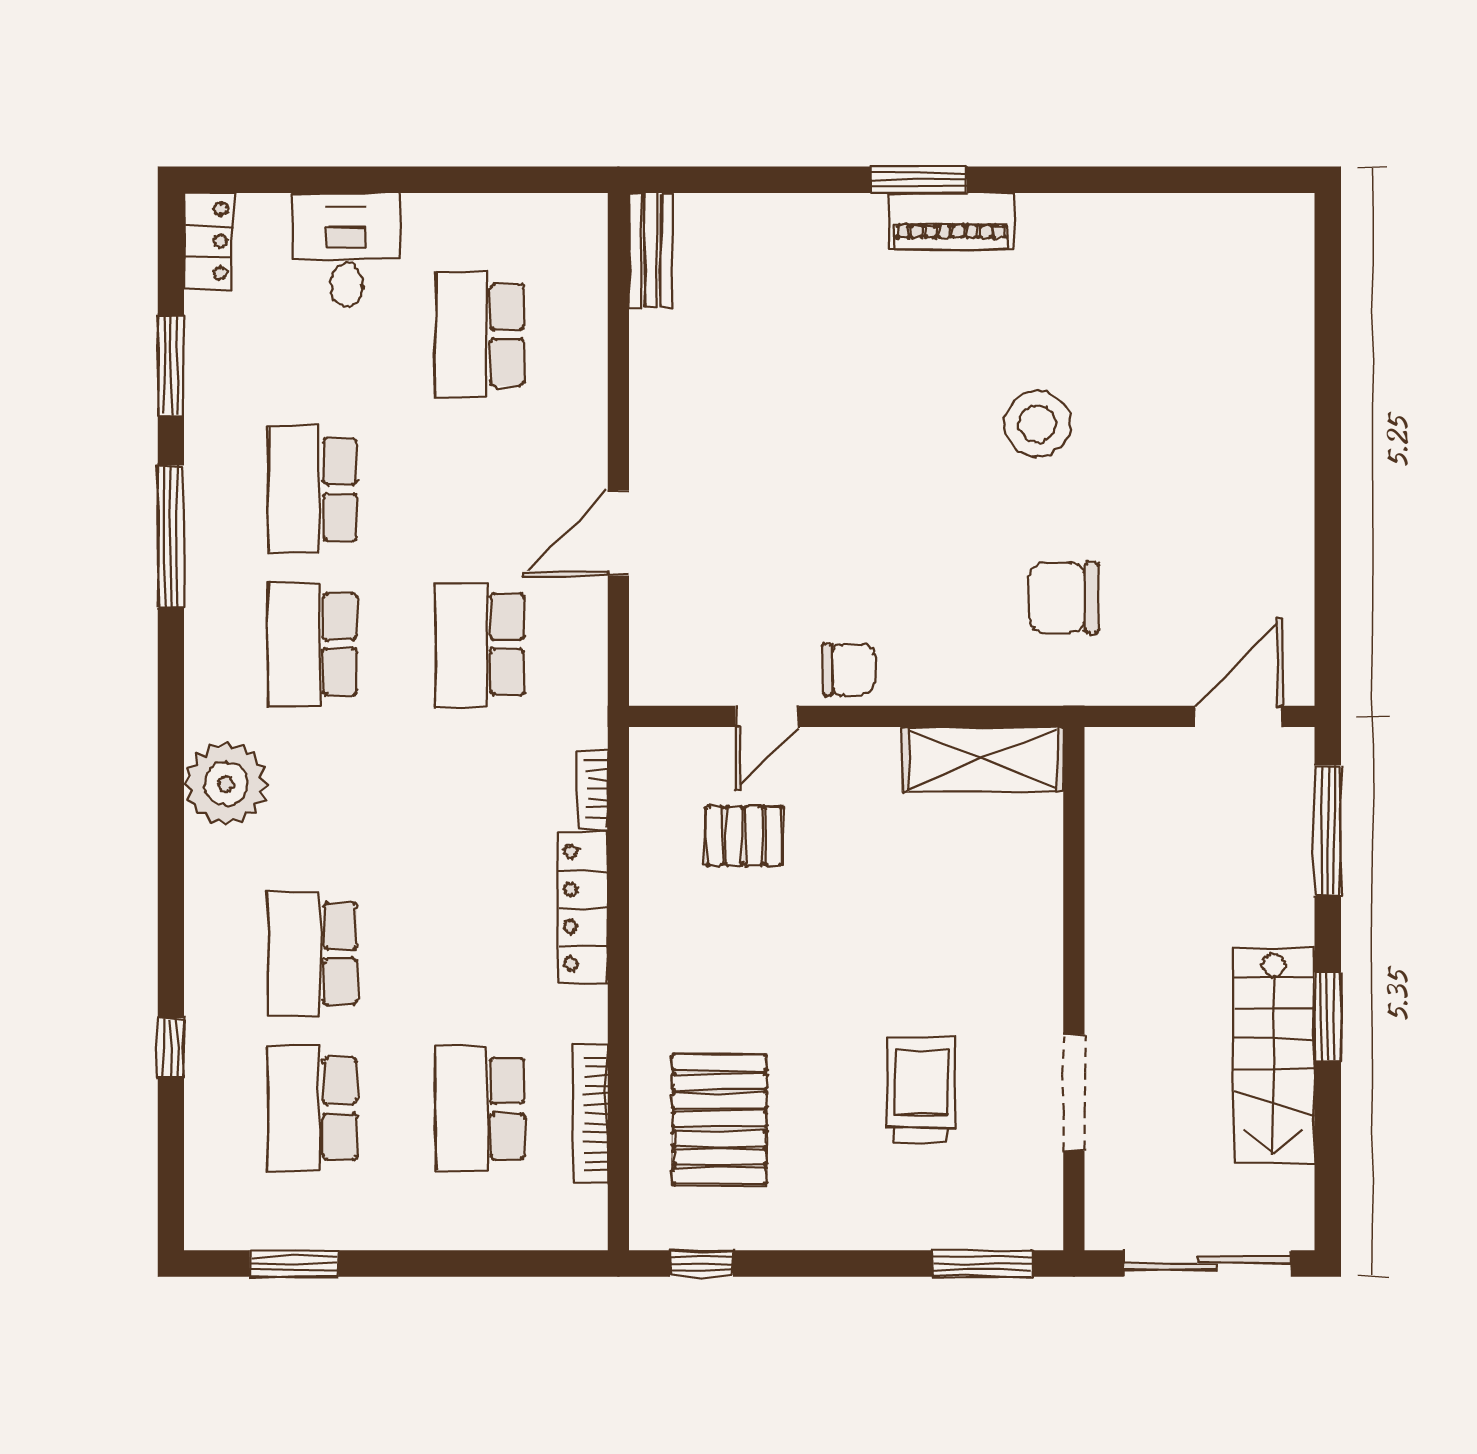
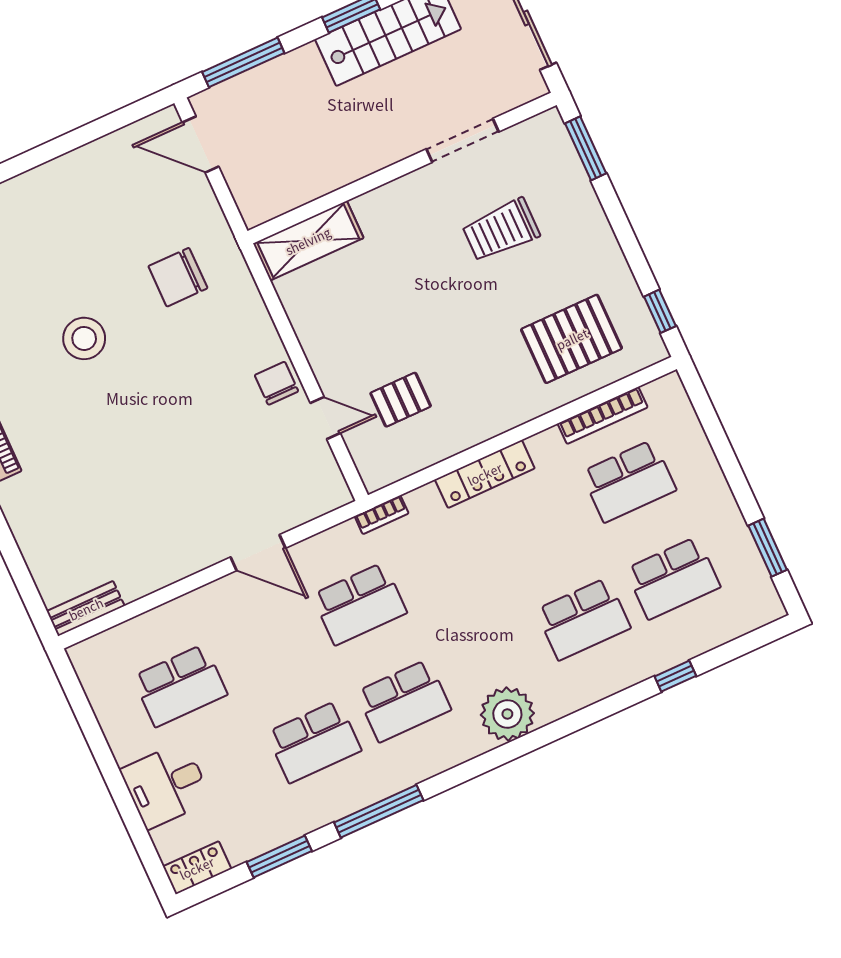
chair: (1064, 598) -> (178, 277), turned 90
shelving: (983, 759) -> (308, 241), moved, turned 90
bookcase: (592, 789) -> (382, 515), moved
pallet: (744, 836) -> (401, 400), turned 90

